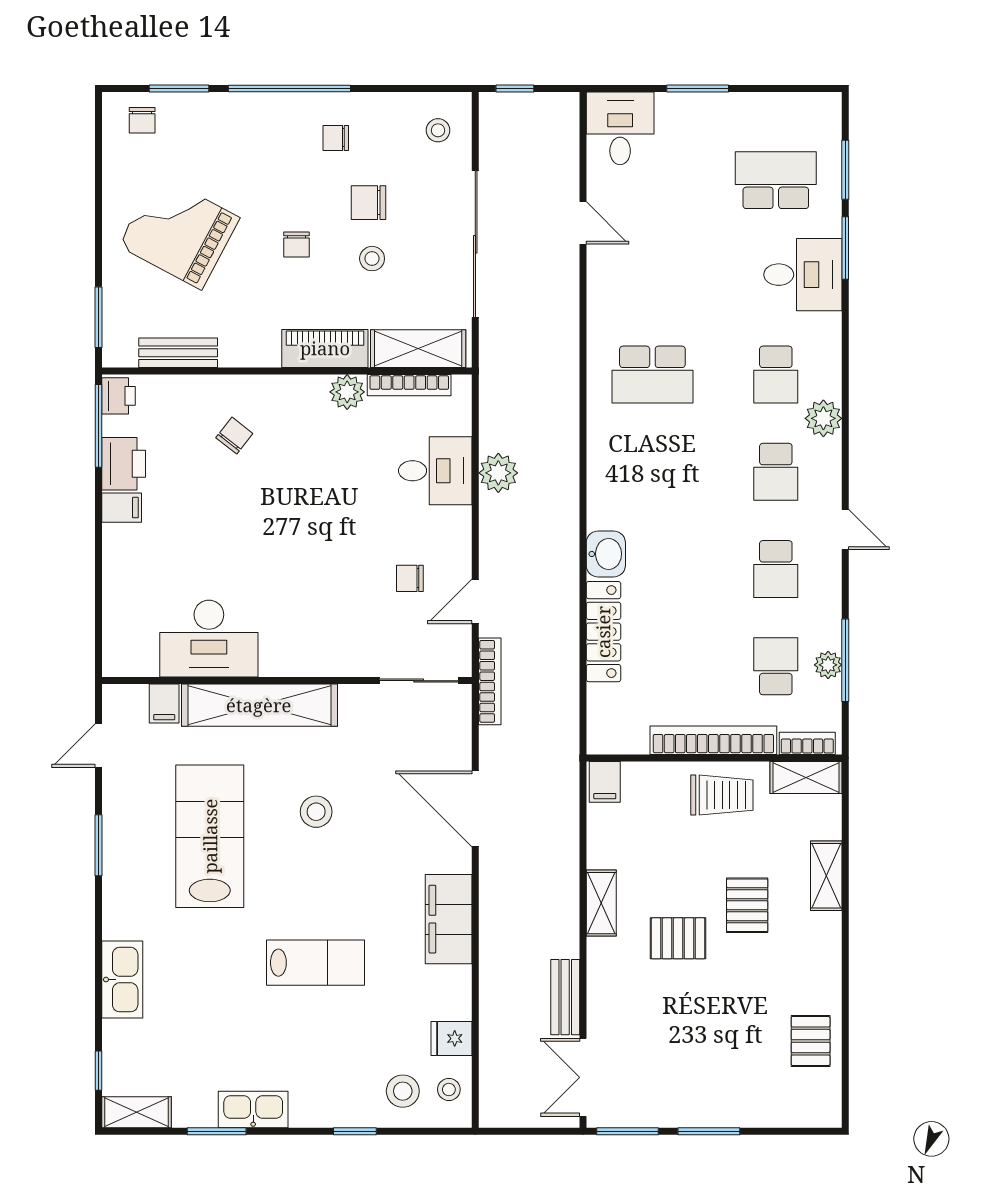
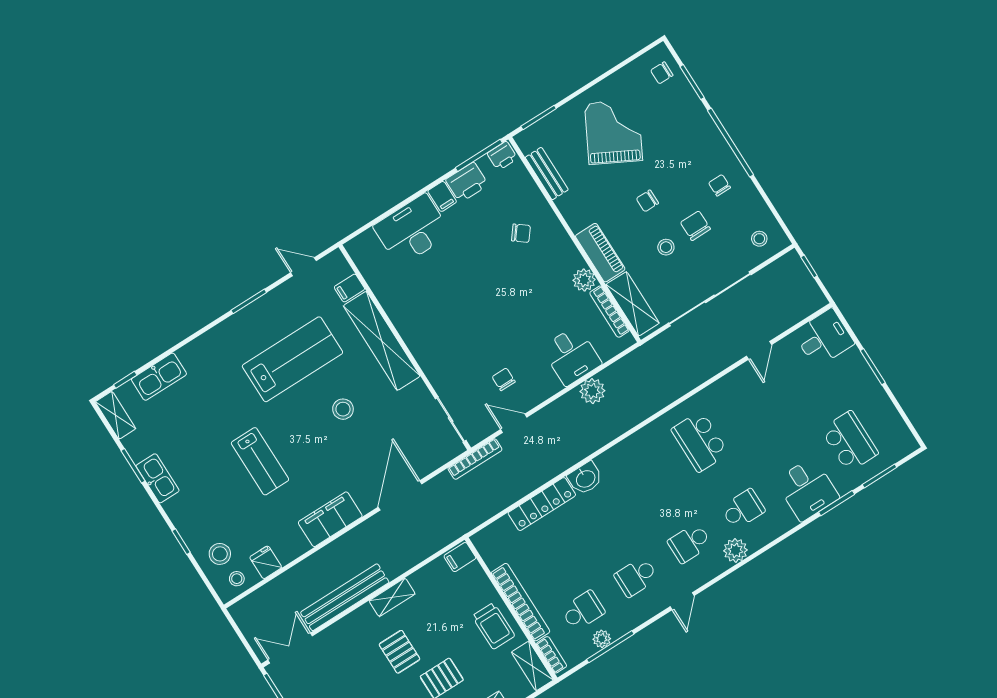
school desk: (776, 375) -> (743, 509), turned 180
desk: (209, 639) -> (412, 230), moved, turned 90
kitchen sink: (122, 980) -> (159, 377), moved
bench: (565, 997) -> (345, 597), width x1.86, depth x1.21

